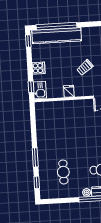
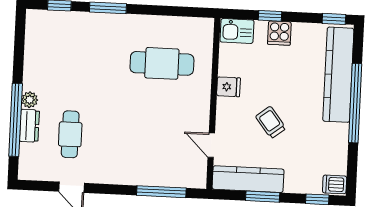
window: (57, 26) -> (355, 103), moved
window: (31, 87) -> (270, 16), moved
cafe table: (63, 172) -> (162, 63), moved, width x1.37, depth x1.35

